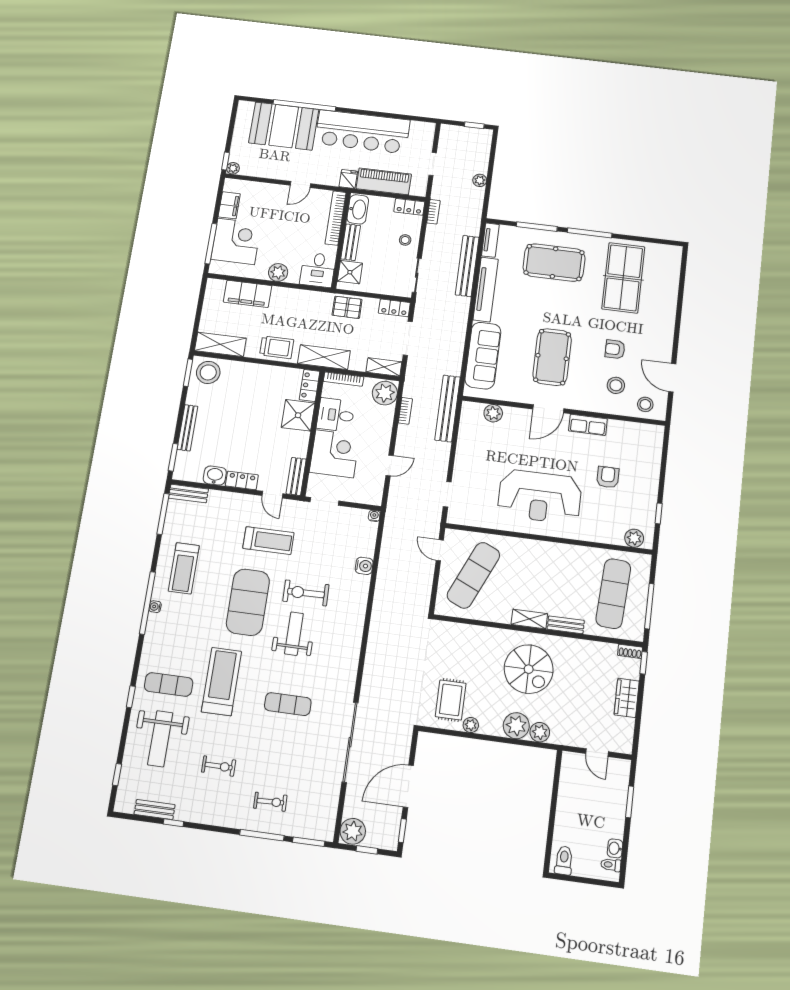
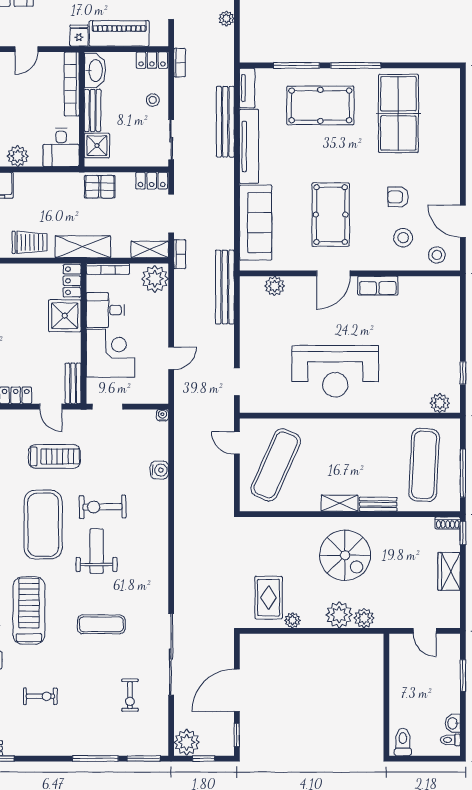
bookcase: (405, 411) -> (180, 254), moved
armchair: (608, 477) -> (405, 341), removed
exercise bike: (270, 802) -> (130, 695), moved, turned 92

